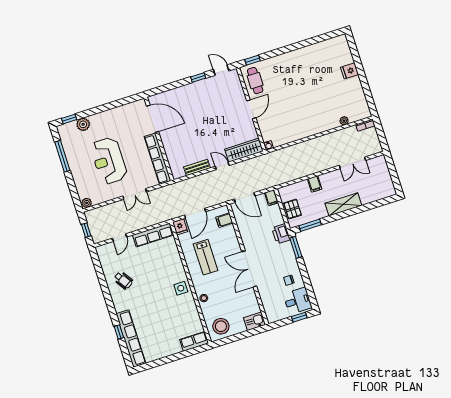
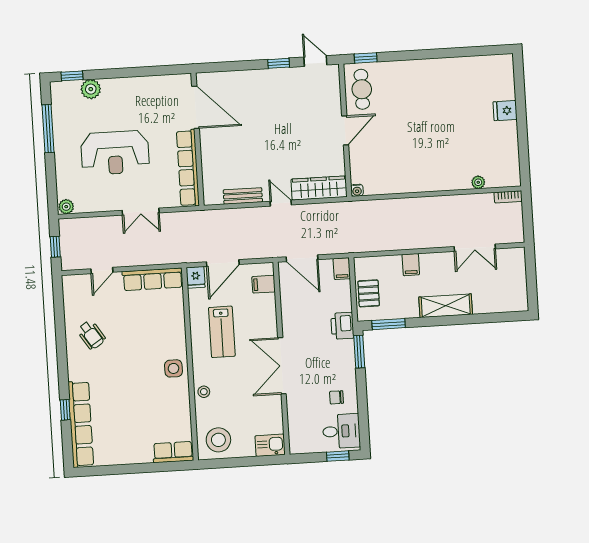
reception desk: (109, 161) -> (115, 153), turned -90

